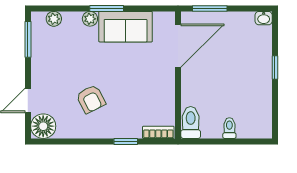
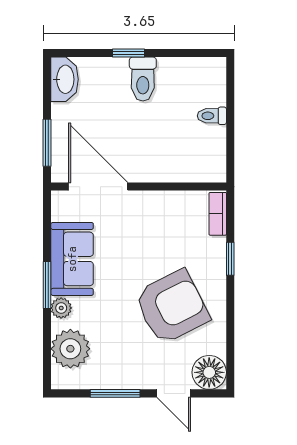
washbasin: (264, 18) -> (65, 79), width x1.91, depth x1.45
plant: (54, 19) -> (70, 349), width x1.88, depth x1.88
window: (28, 39) -> (115, 393), moved
armchair: (91, 99) -> (172, 307), width x1.88, depth x1.88
toilet: (191, 123) -> (143, 79), moved, turned -90

